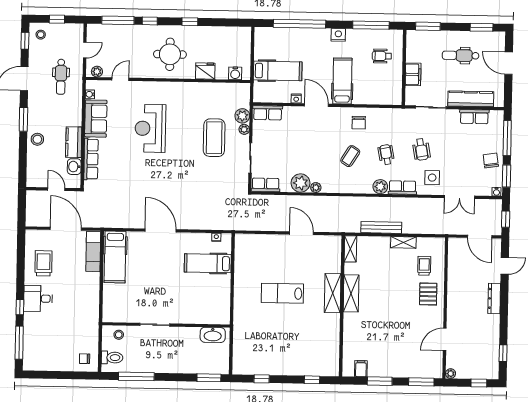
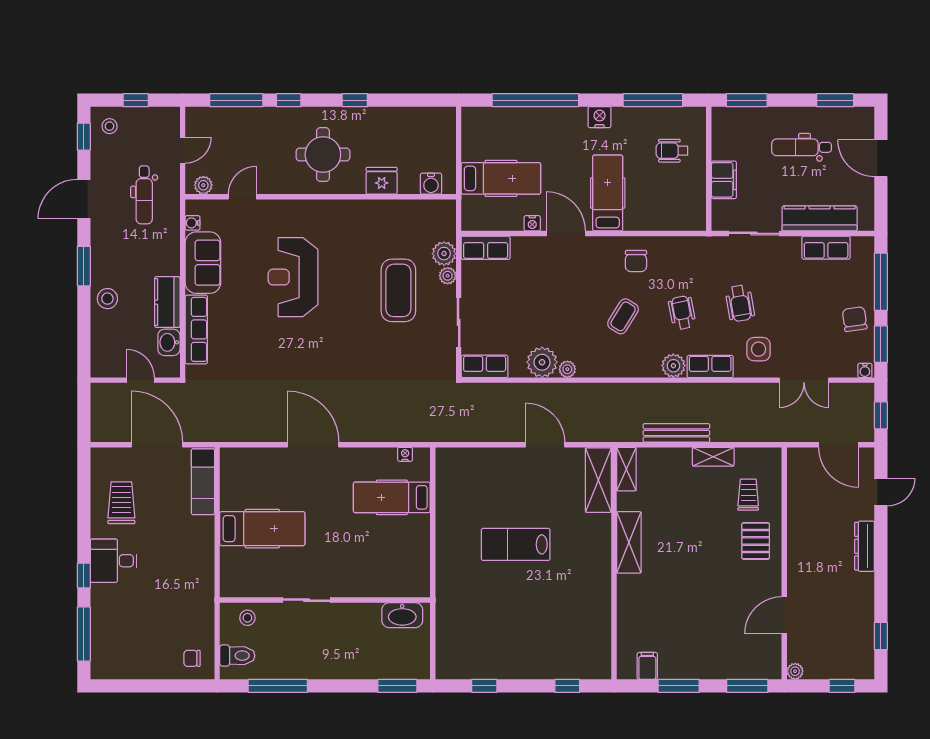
hospital bed: (115, 257) -> (262, 529), moved, turned -90
shelving: (333, 293) -> (598, 480), moved

